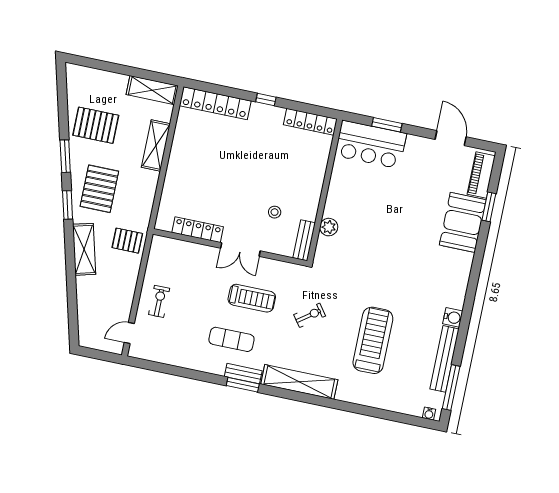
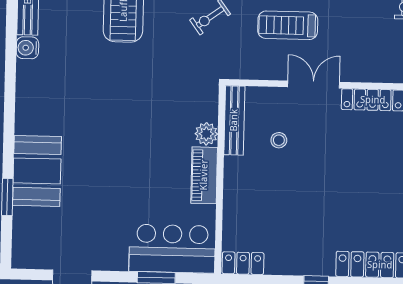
locker: (310, 122) -> (243, 263), width x0.66
piano: (481, 175) -> (204, 175), moved, turned 180
bench: (304, 240) -> (234, 120), width x1.36

